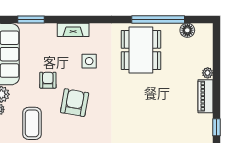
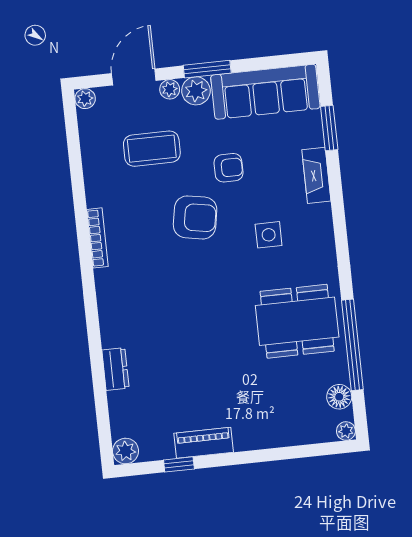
fireplace: (73, 30) -> (316, 175), moved
plant: (208, 73) -> (346, 431), moved
piano: (206, 96) -> (204, 443), moved

